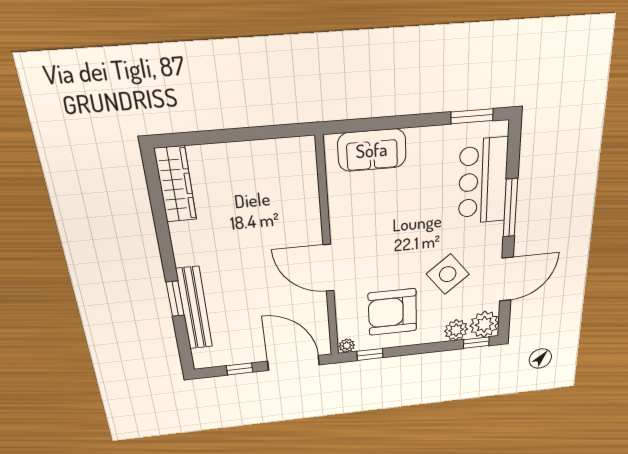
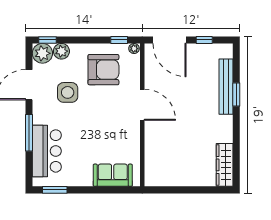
side table: (448, 274) -> (68, 92), turned 38

